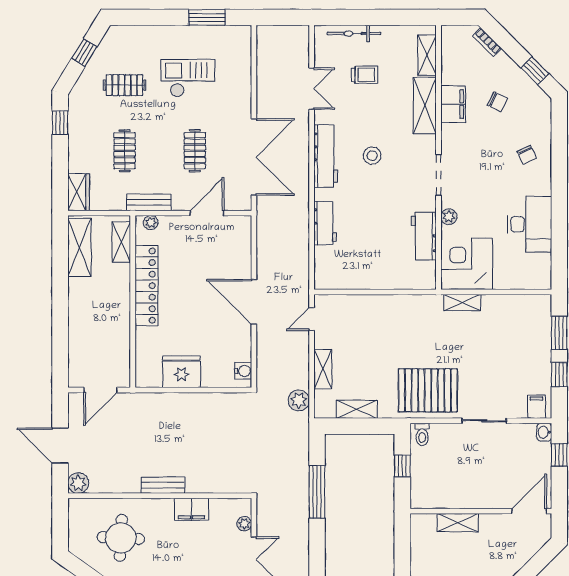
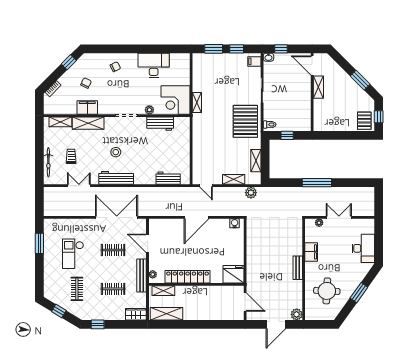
bench: (149, 202) -> (142, 275), width x1.36
workbench: (325, 223) -> (168, 178), moved
fridge: (182, 372) -> (234, 274), moved, turned 90
window: (317, 492) -> (317, 183), moved
shelving: (458, 523) -> (318, 87), moved

